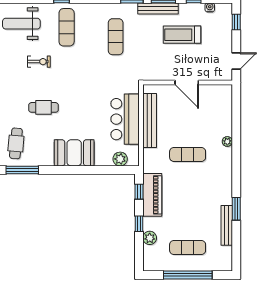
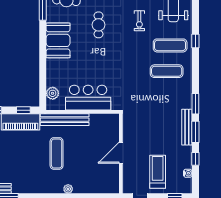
treadmill: (182, 35) -> (158, 172), moved
exercise mat: (116, 37) -> (167, 71), moved
bench: (150, 120) -> (65, 120), moved
booth: (74, 153) -> (58, 40), moved

